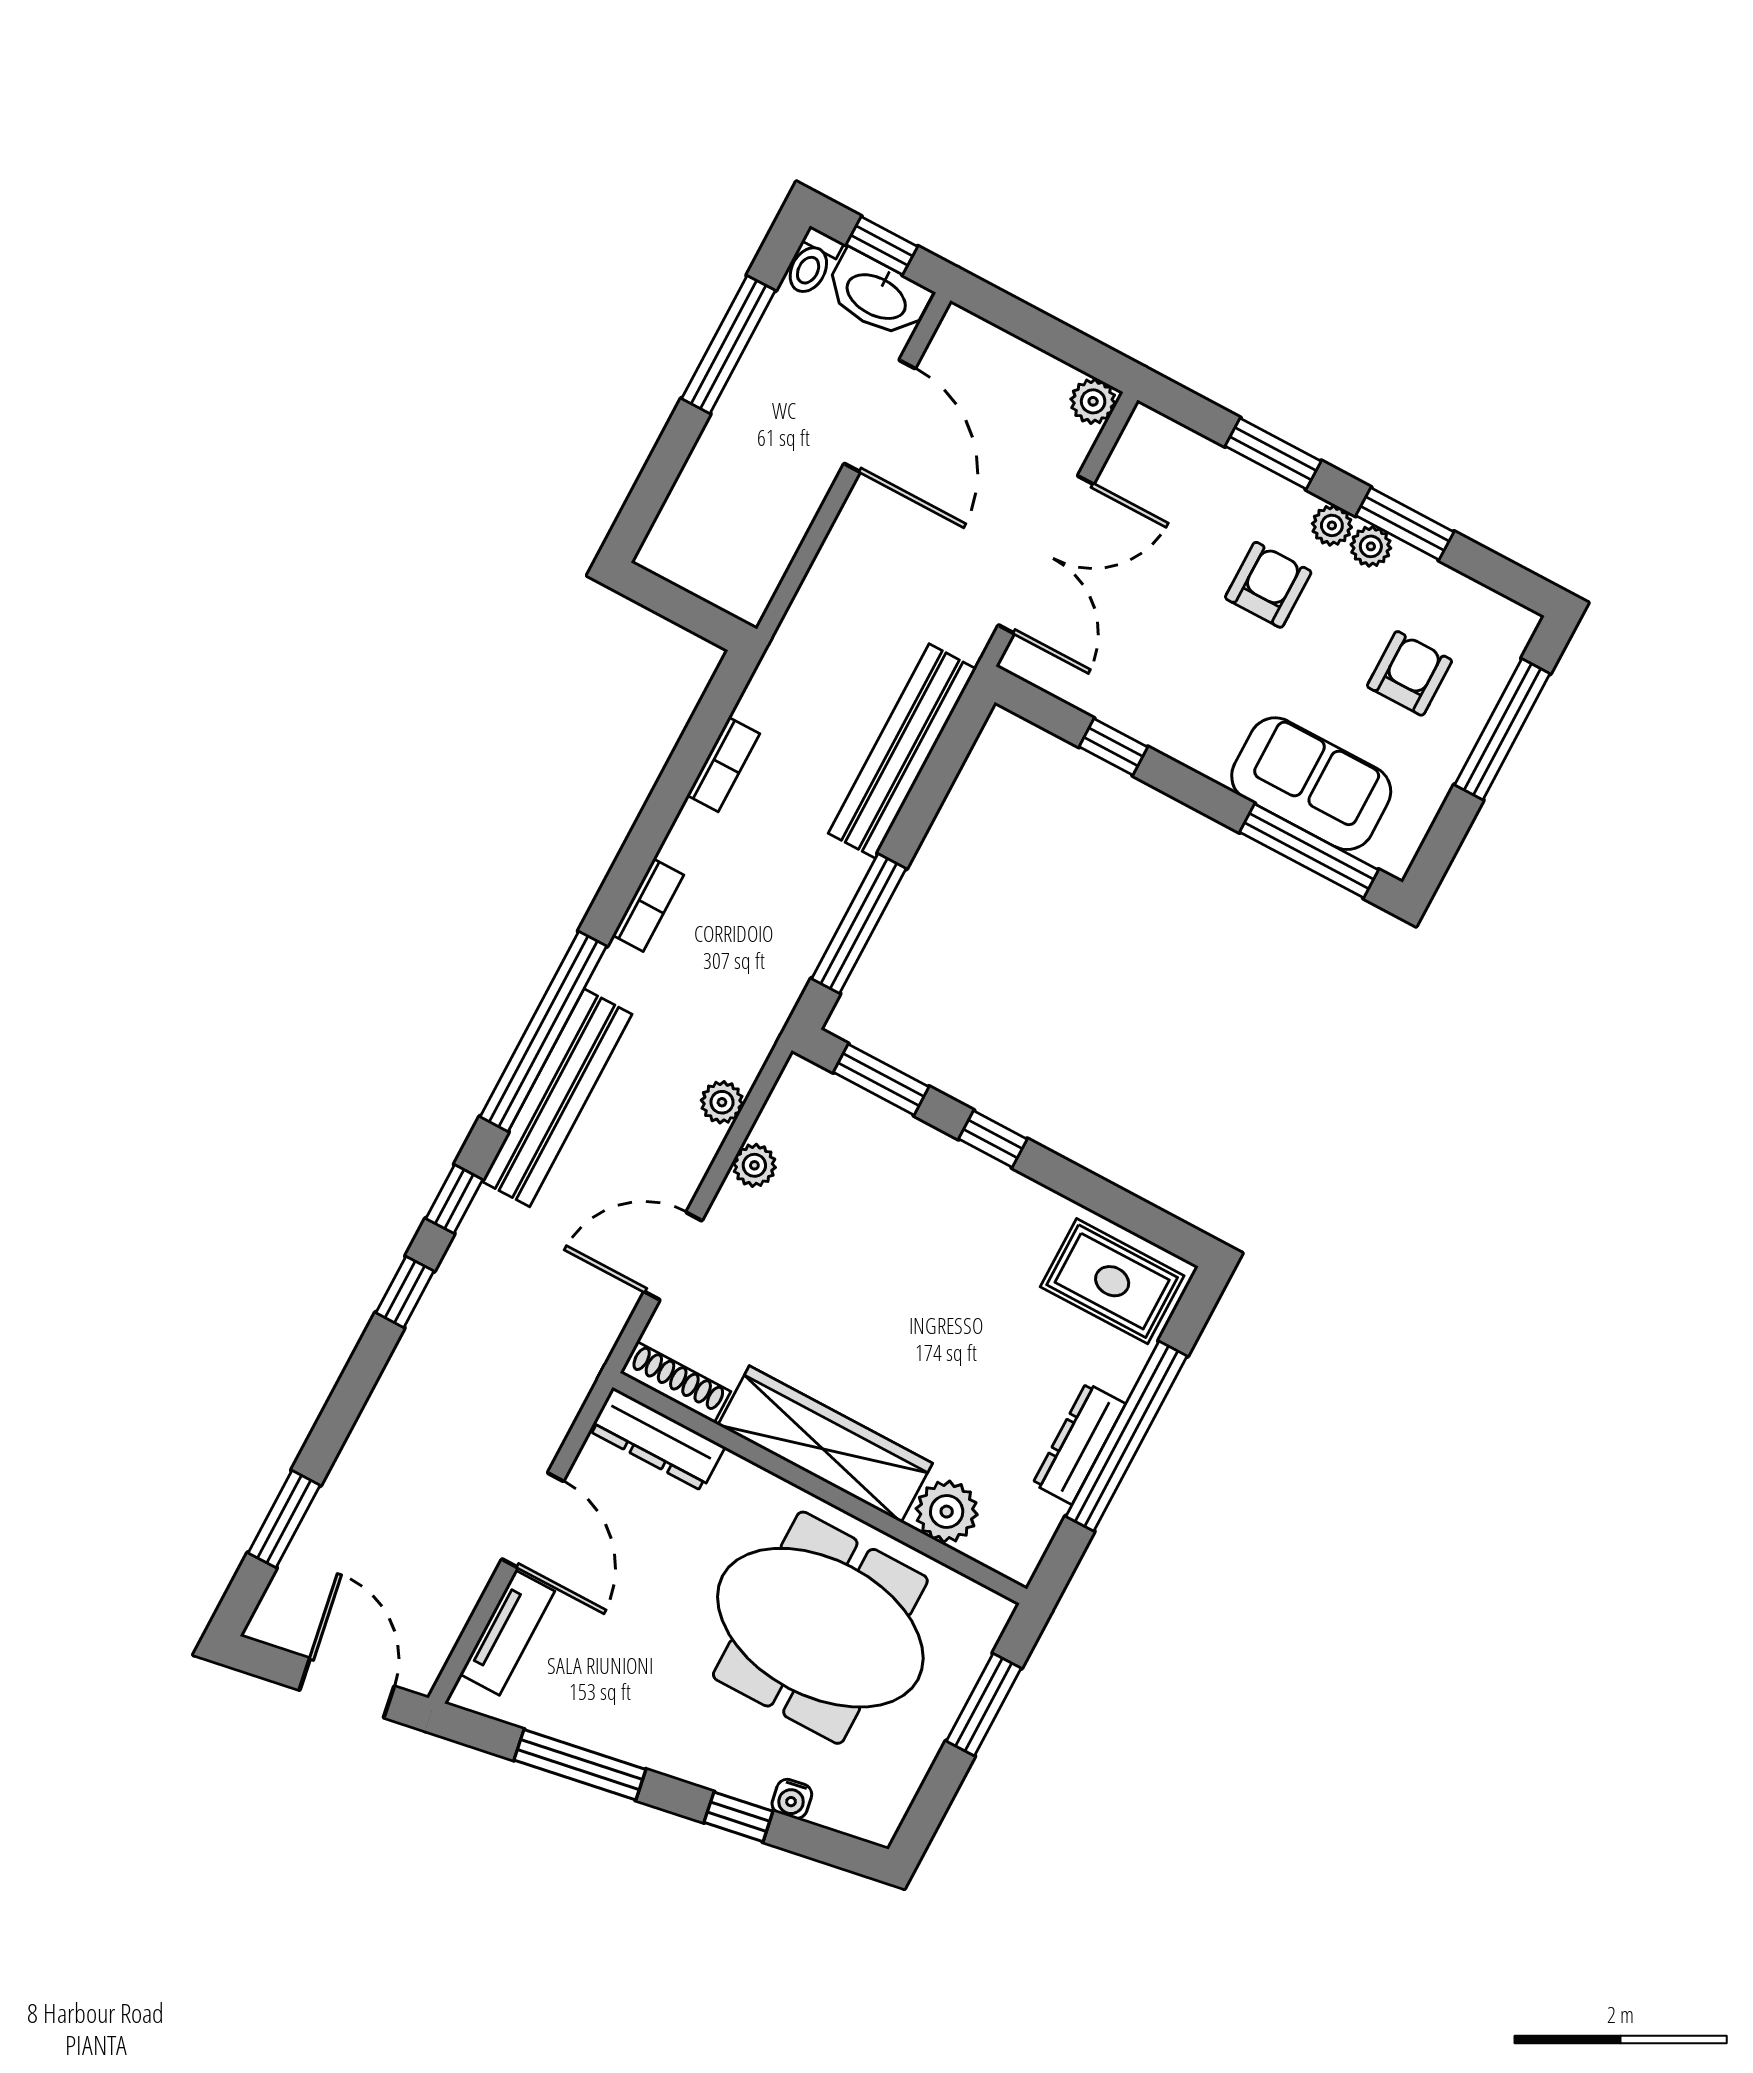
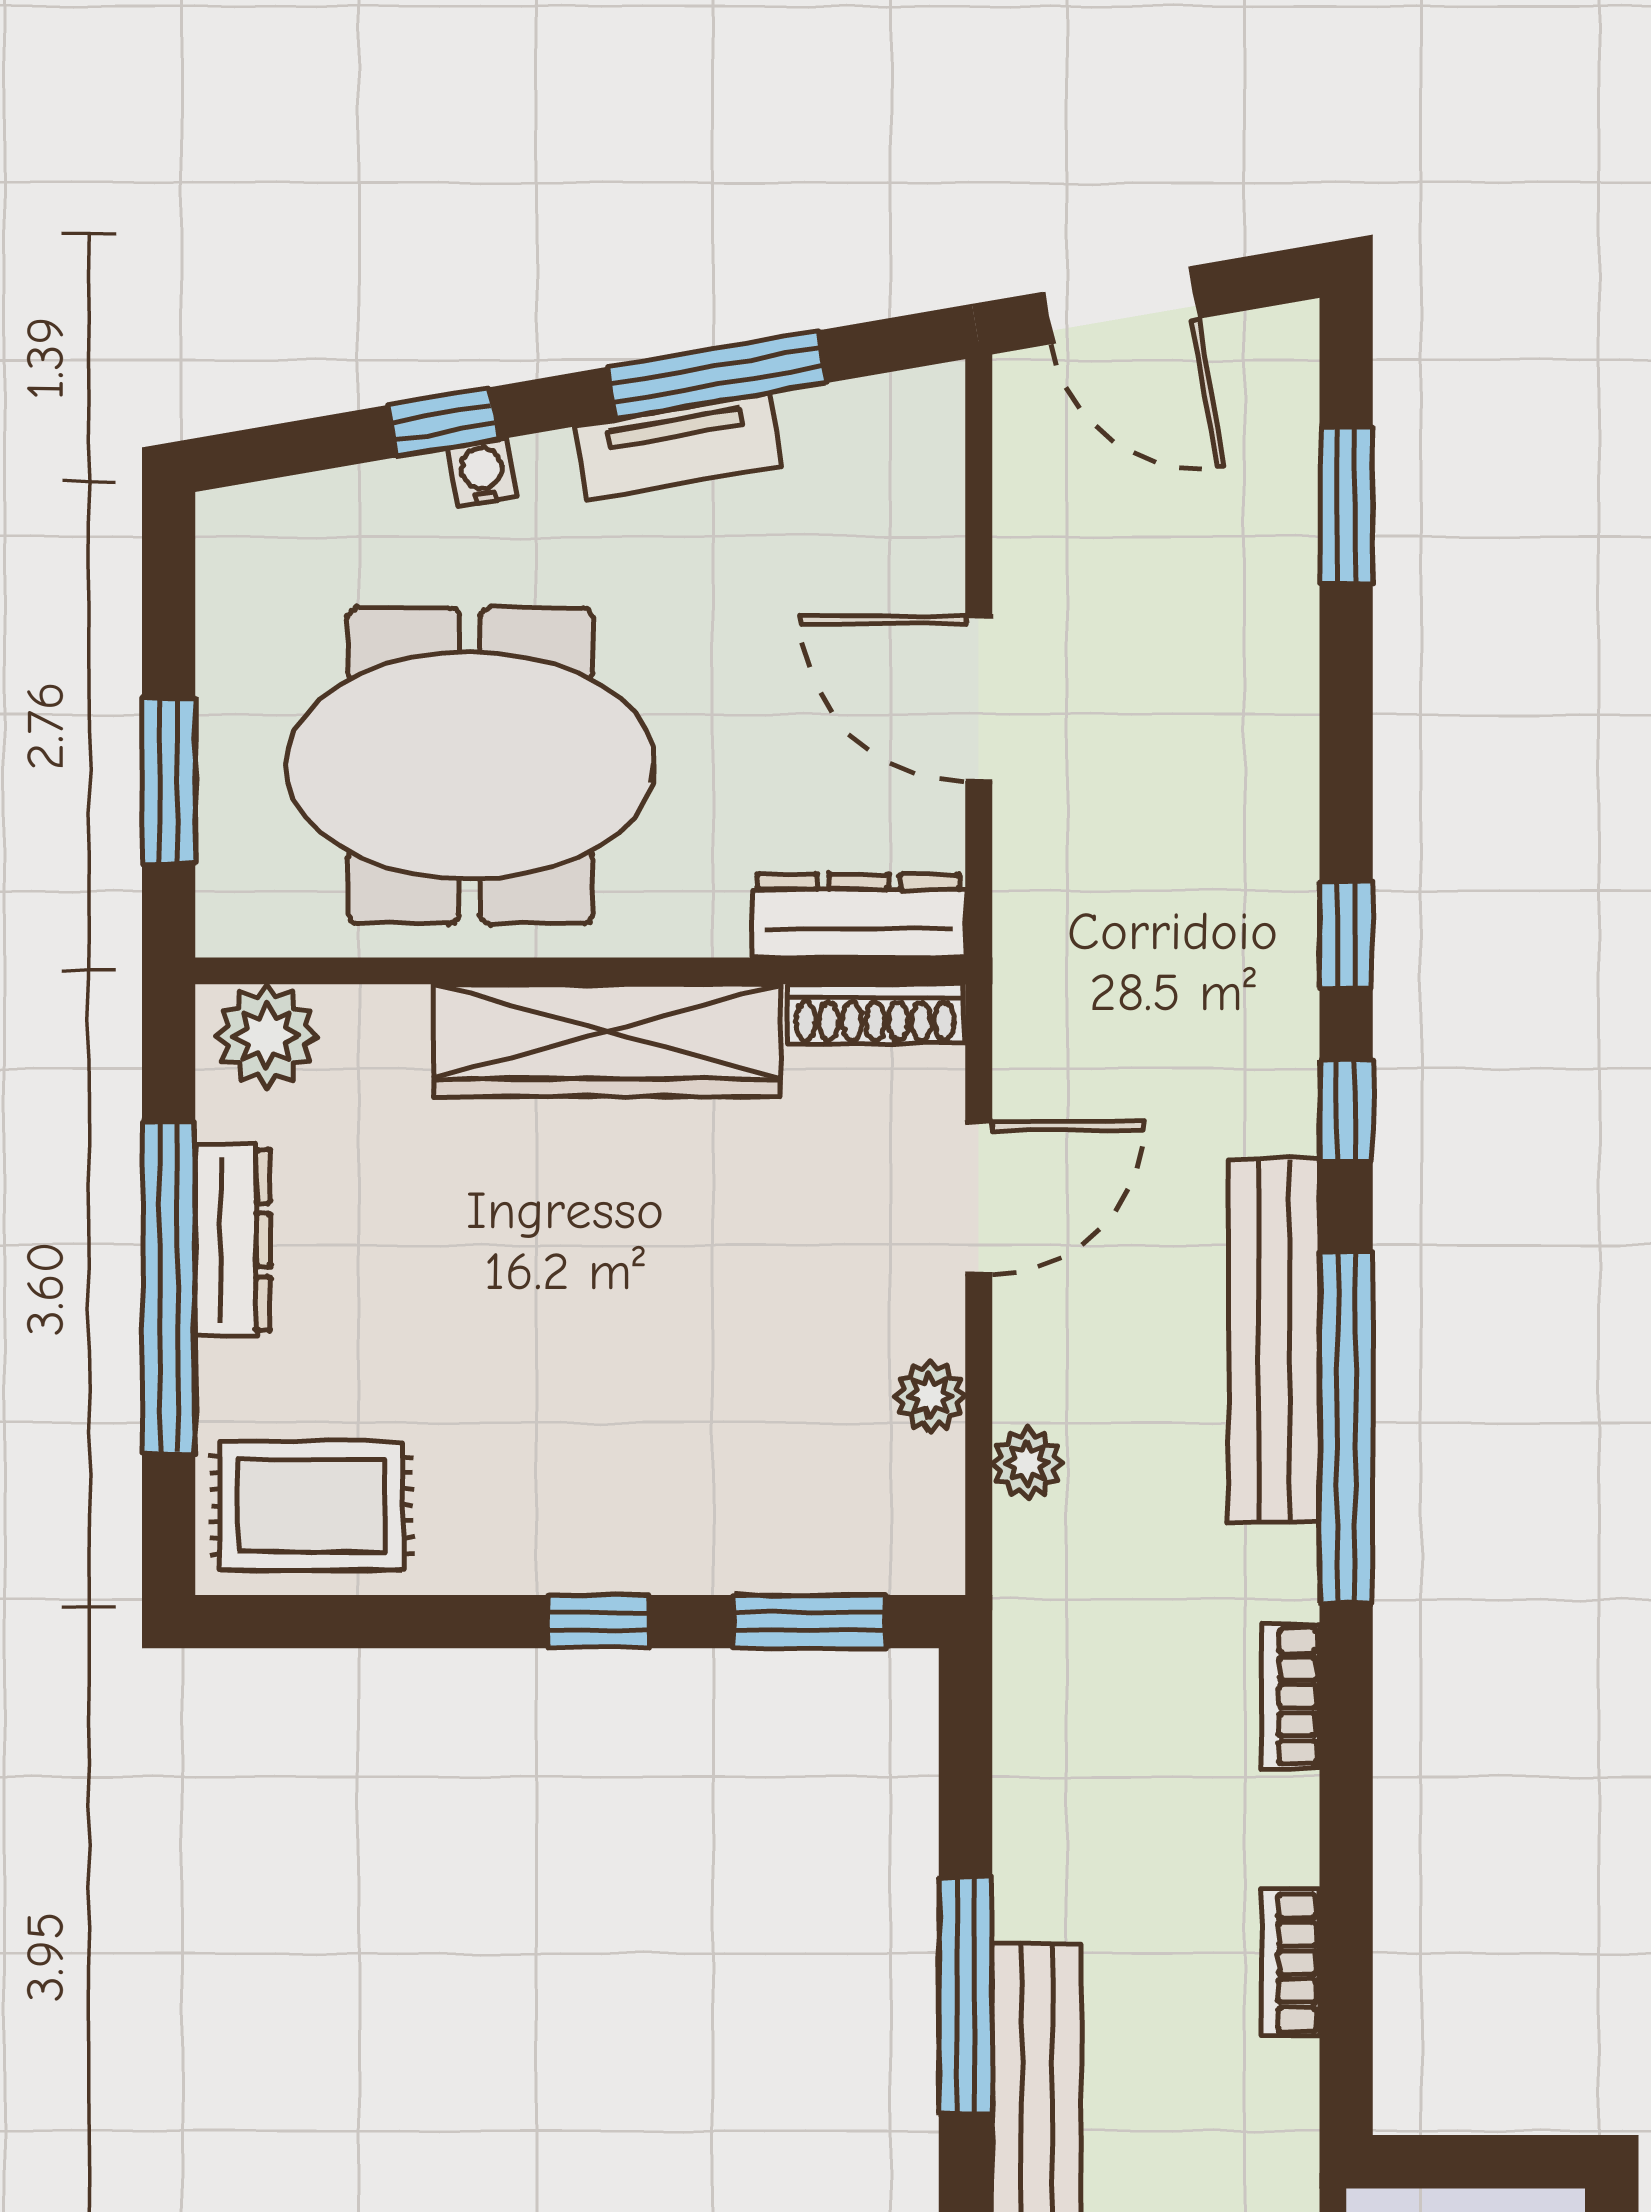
window: (859, 924) -> (965, 1995), moved
plant: (947, 1512) -> (266, 1036), moved
tv unit: (507, 1633) -> (678, 447), moved, turned -100
water cooler: (792, 1799) -> (482, 473), moved

